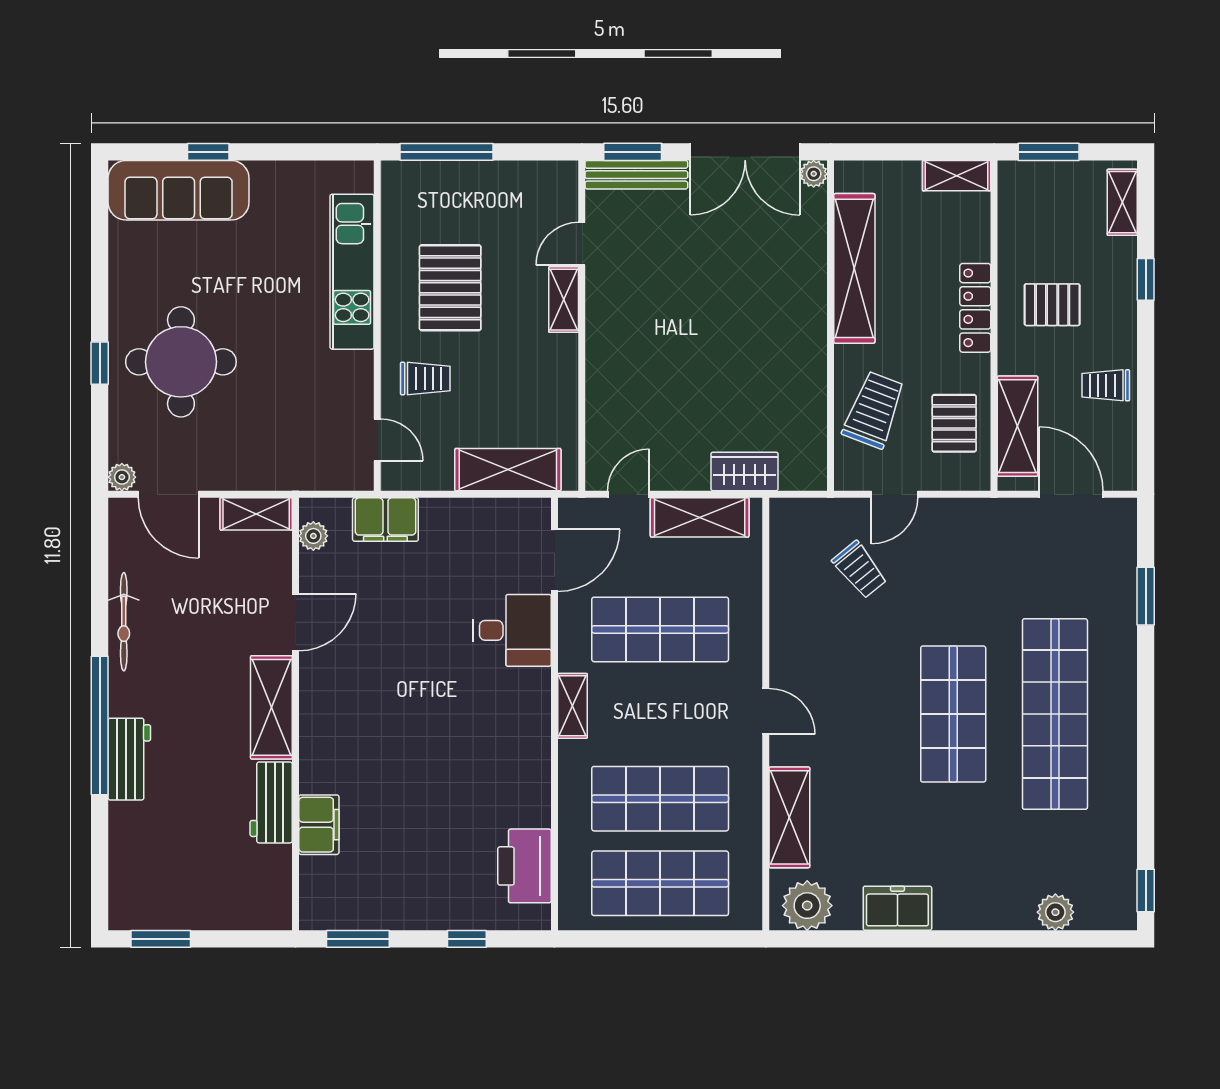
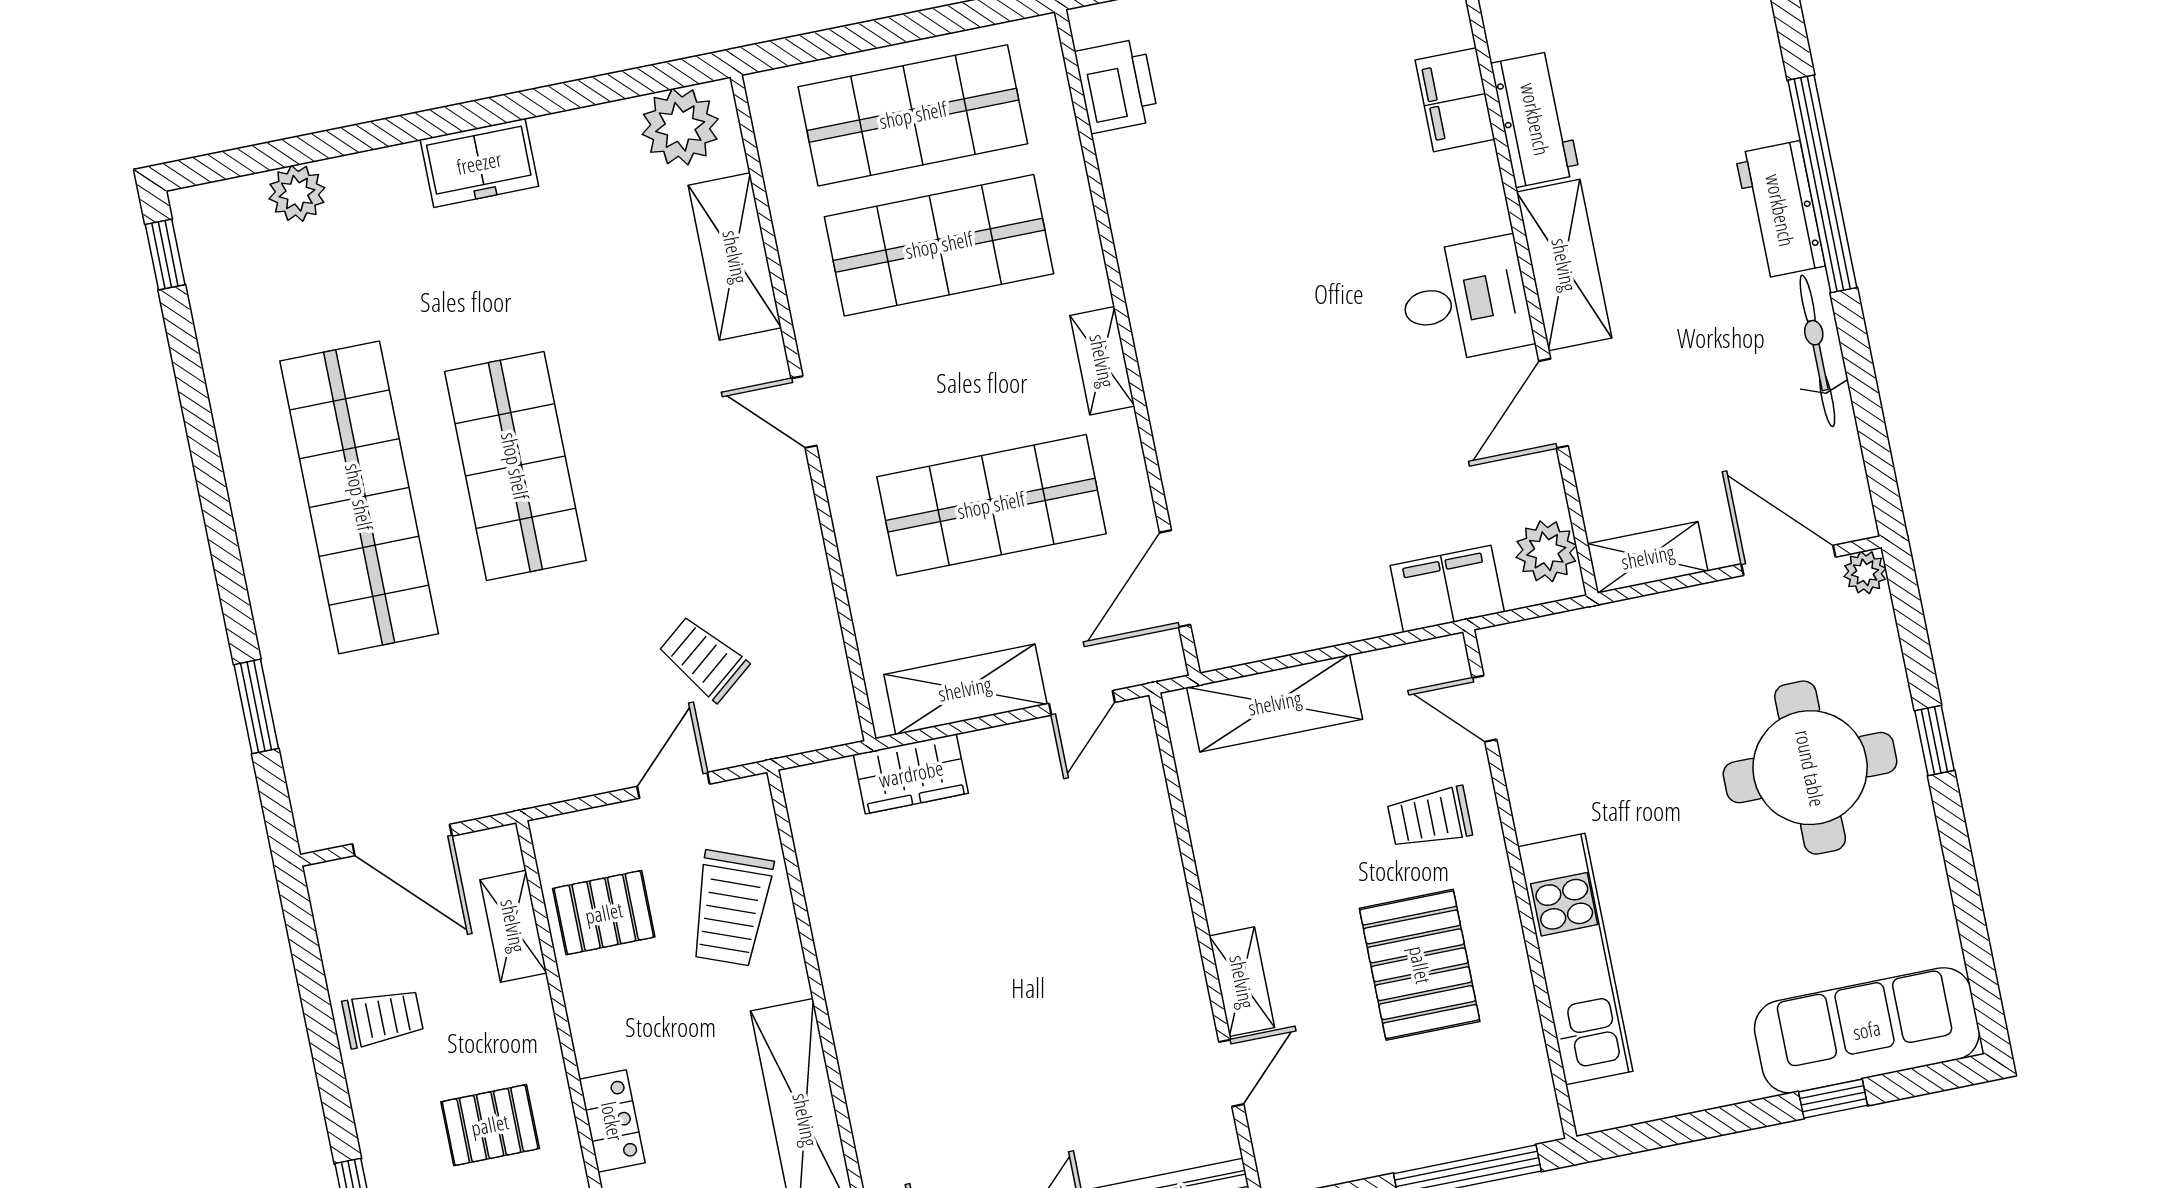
locker: (975, 308) -> (612, 1121), width x0.66
pallet: (954, 423) -> (604, 913), turned 90
shelving: (1018, 426) -> (513, 926), width x0.67, depth x0.75
plant: (313, 536) -> (1546, 551), width x1.38, depth x1.38
desk: (512, 630) -> (1465, 300), moved, turned 180
workbench: (129, 759) -> (1780, 210), moved
printer: (525, 866) -> (1117, 86), width x0.73, depth x0.84
freezer: (897, 908) -> (479, 163), moved

